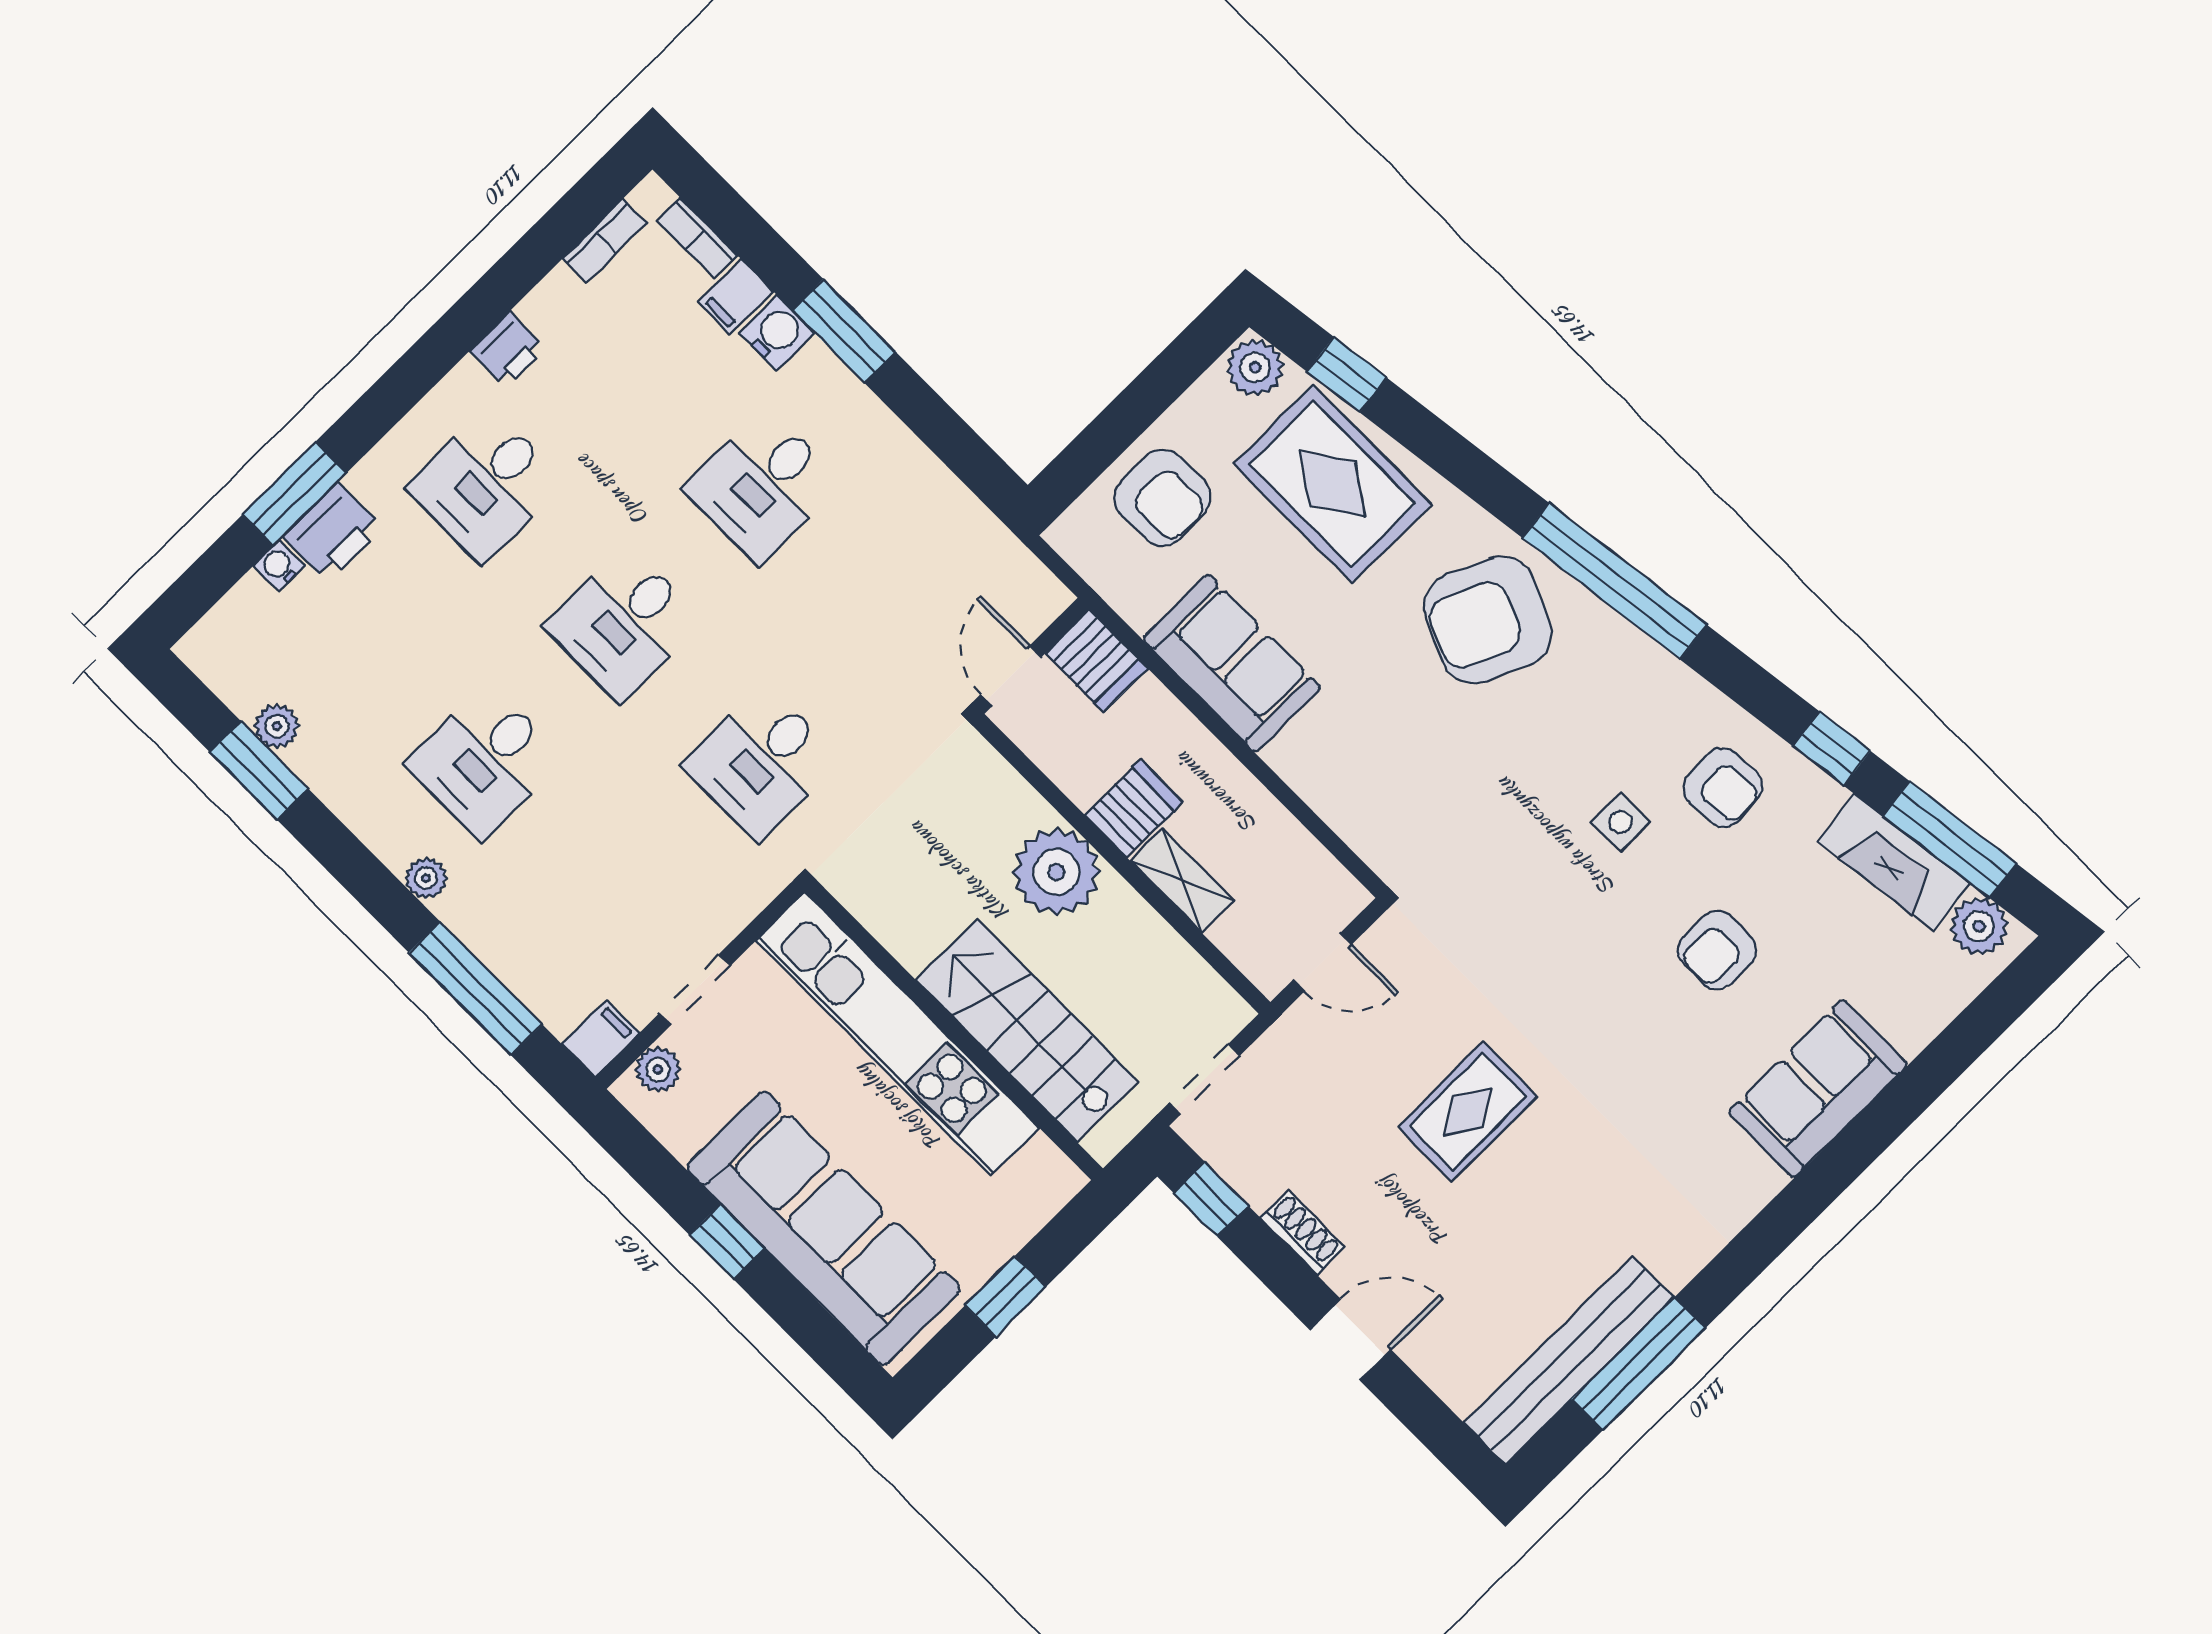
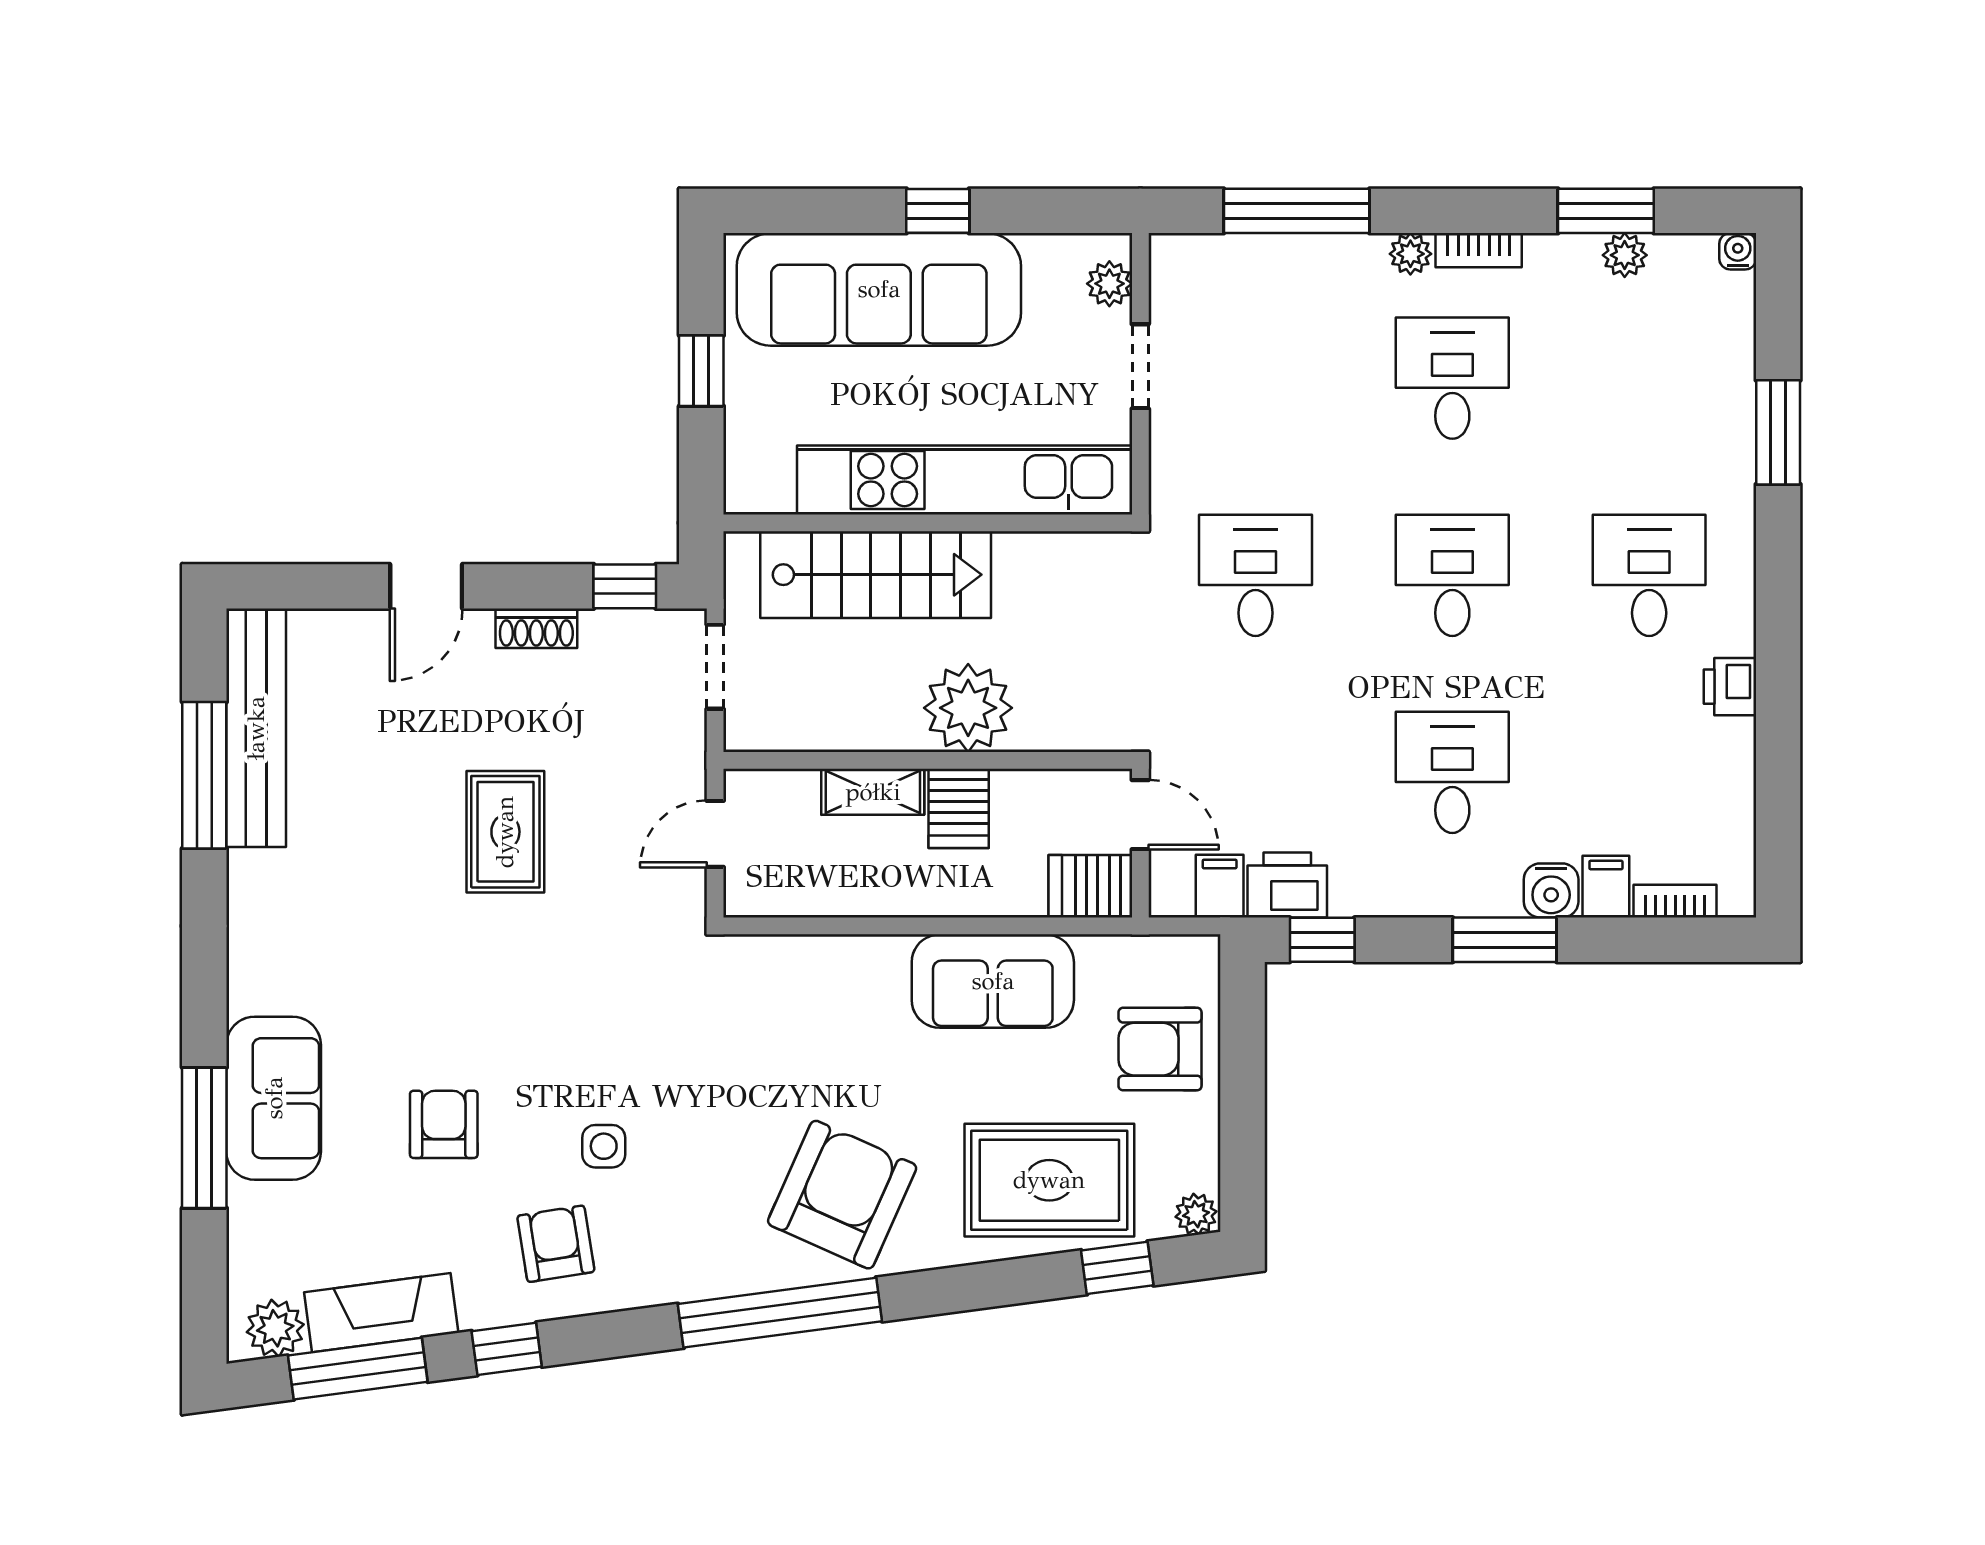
bookcase: (604, 241) -> (1479, 250), moved, turned -90
plant: (1255, 368) -> (1196, 1214), width x0.73, depth x0.73
window: (972, 460) -> (1322, 940), added
printer: (333, 532) -> (1287, 885), moved, turned 90
water cooler: (279, 566) -> (1738, 251), moved, turned -90
armchair: (1723, 787) -> (556, 1244), turned 85
filing cabinet: (600, 1039) -> (1220, 886), moved, turned 180
window: (1894, 1110) -> (204, 1138), added

